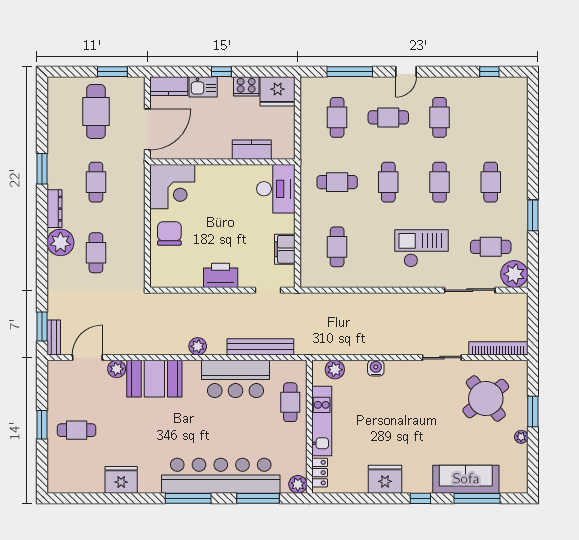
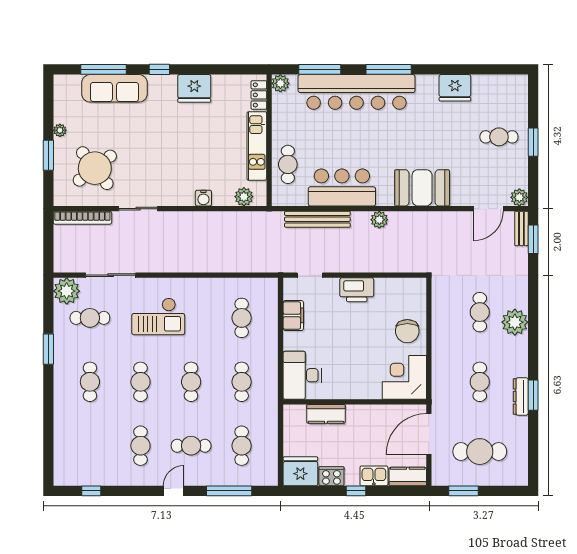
cafe table: (96, 112) -> (480, 452), turned 90
cafe table: (337, 182) -> (242, 382), turned 90
dresser: (55, 209) -> (521, 397), moved
plant: (117, 369) -> (519, 197), moved

